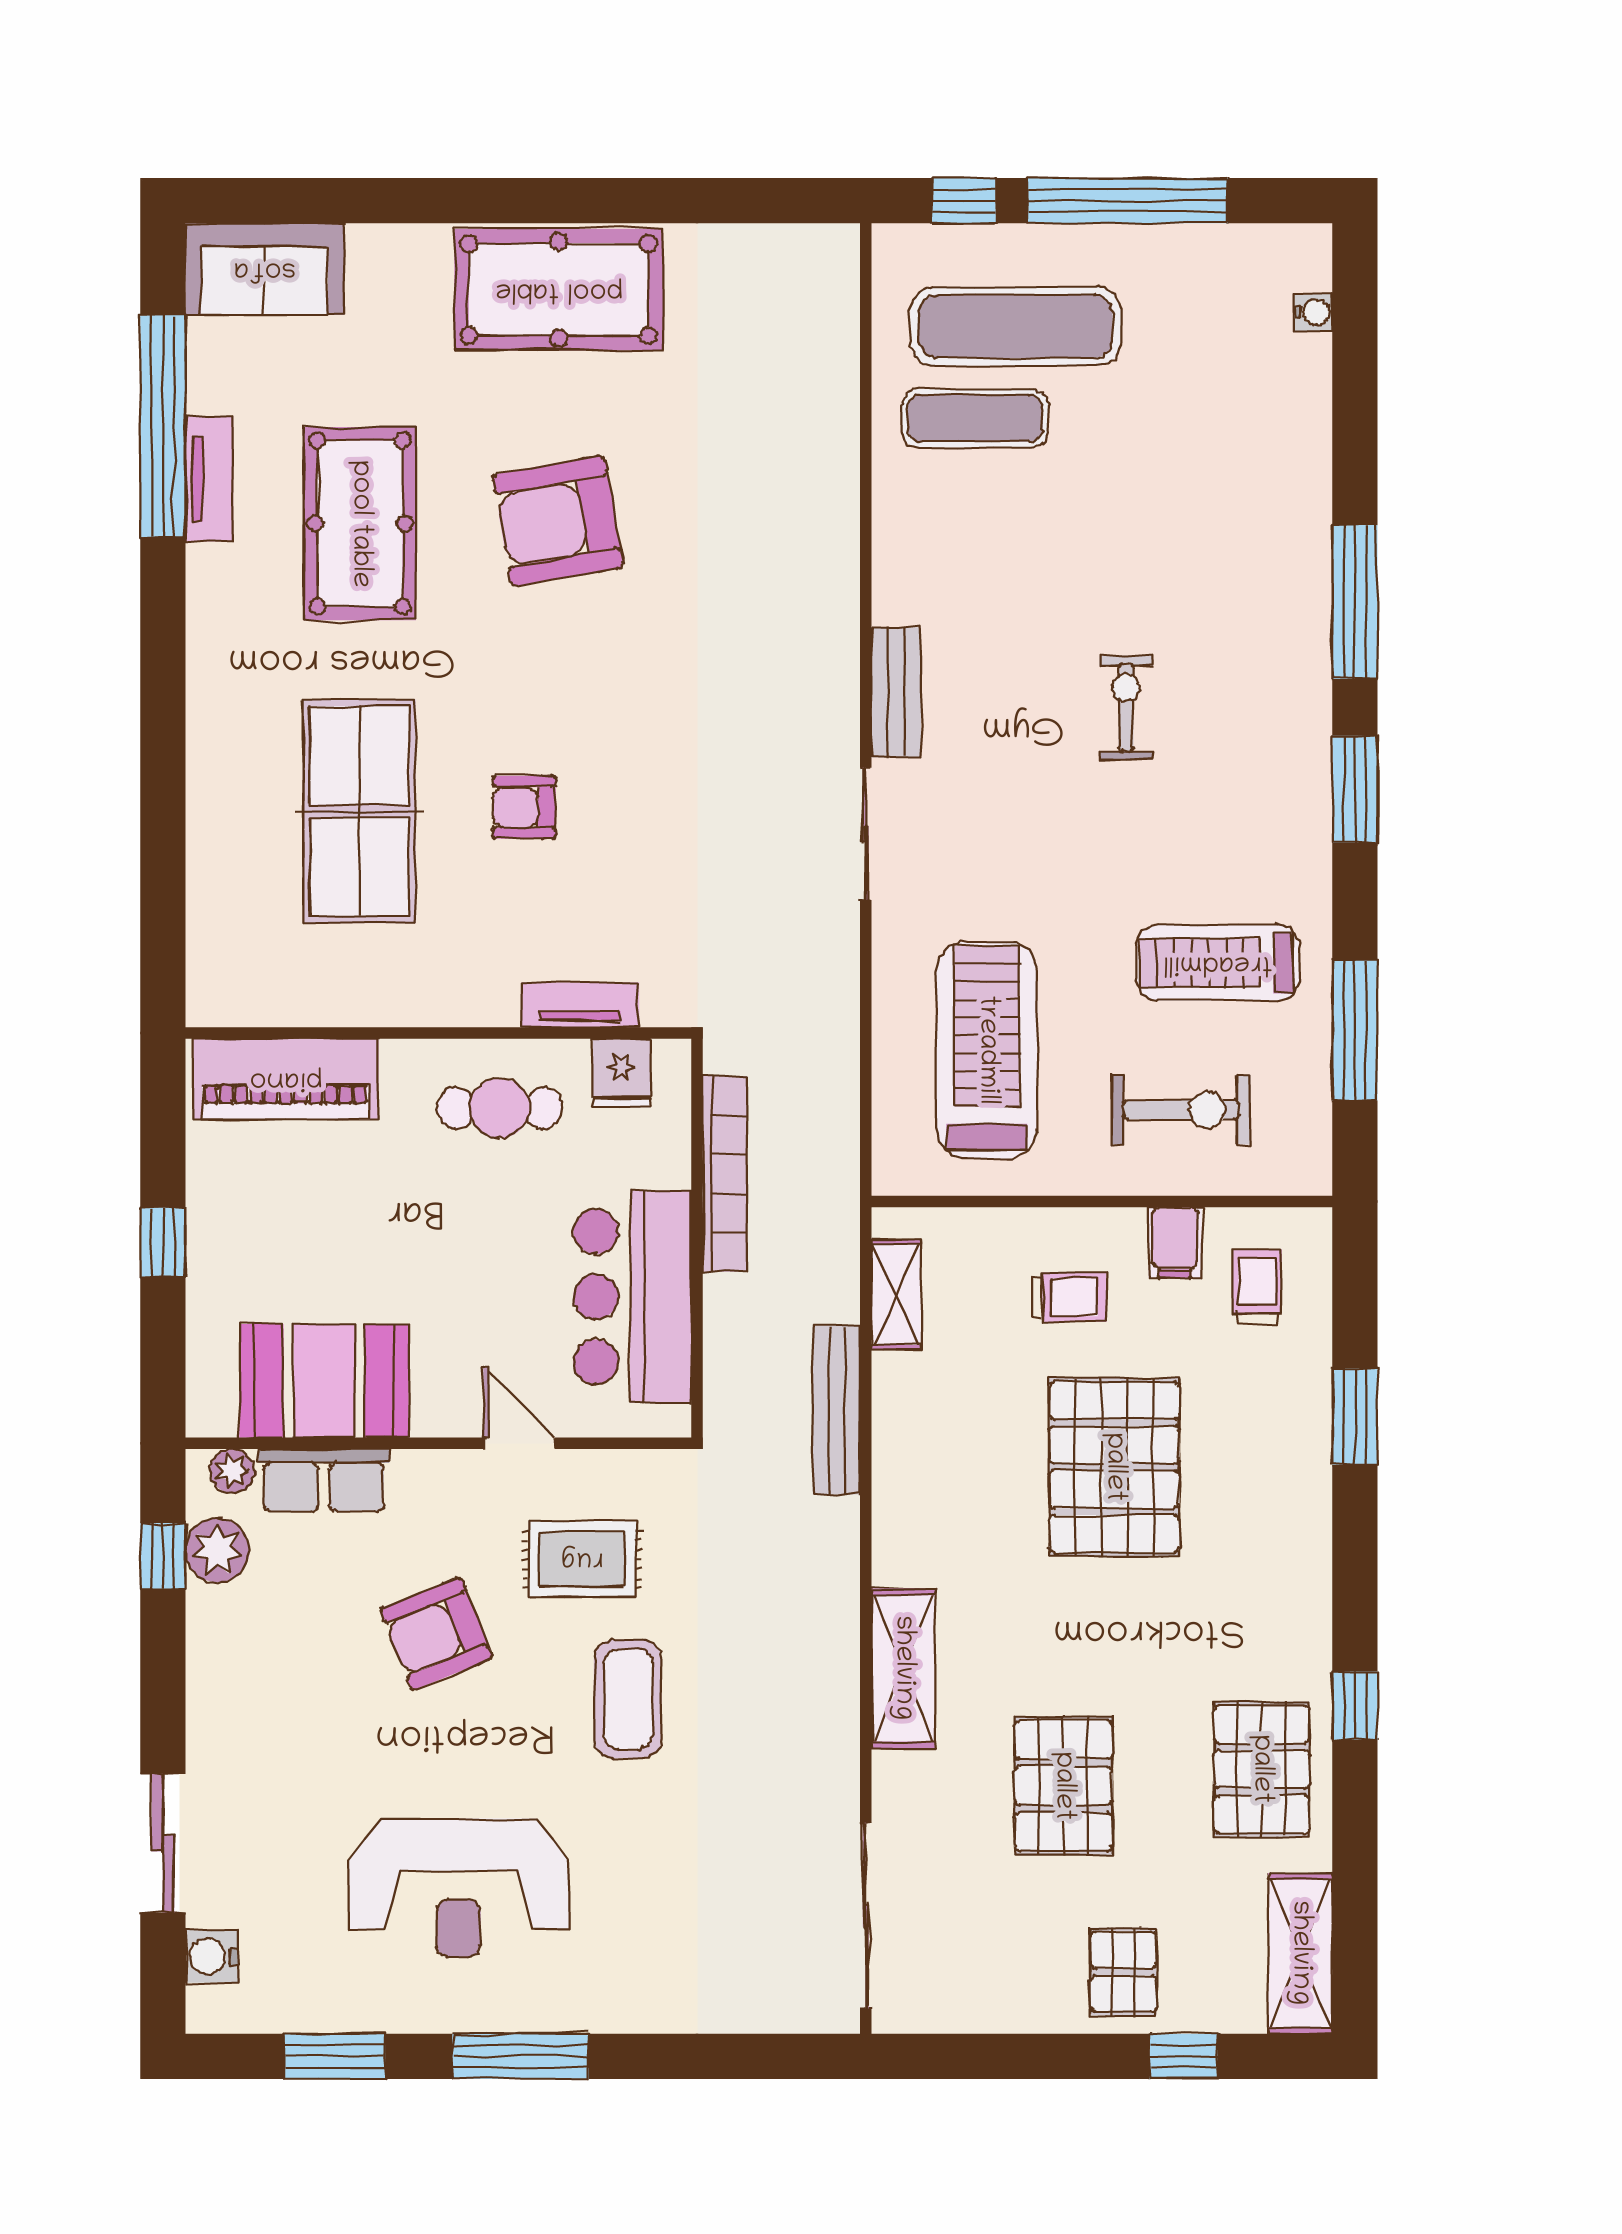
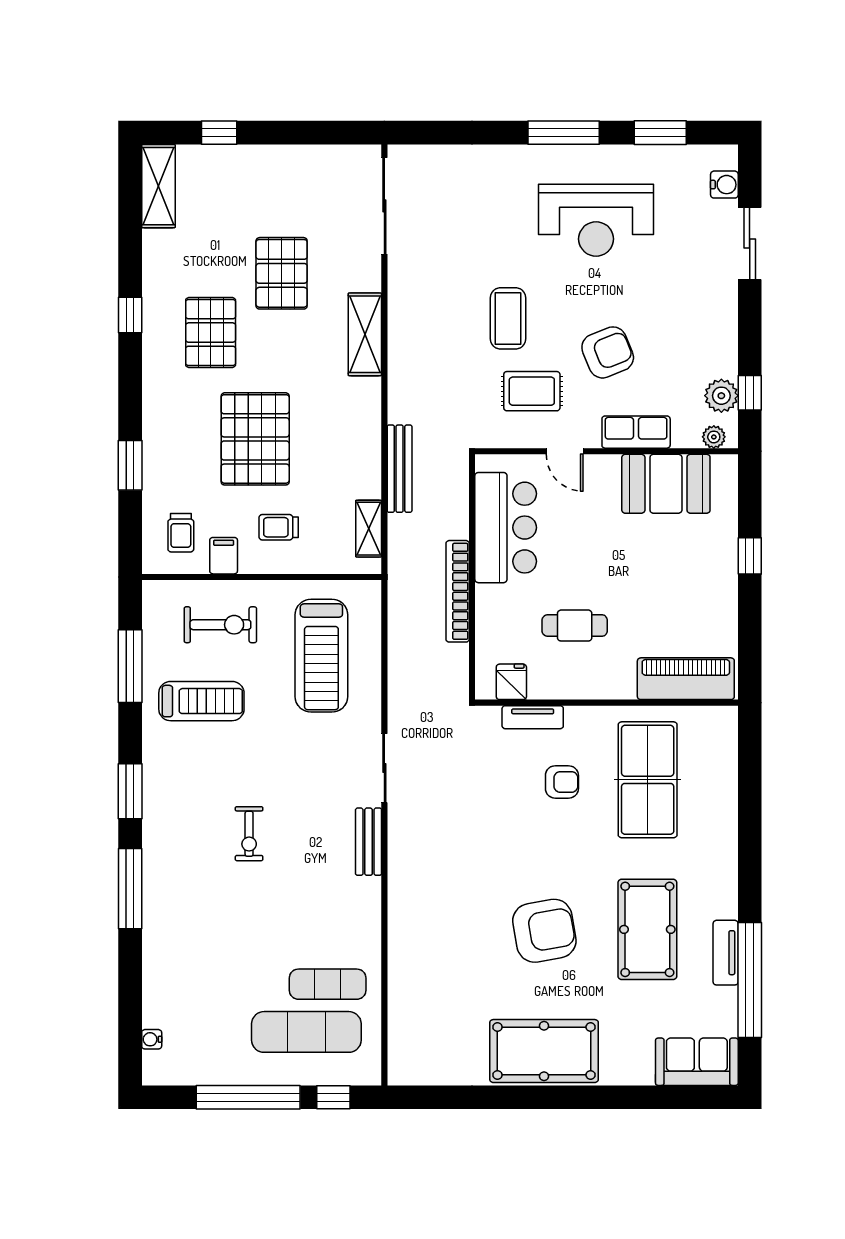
tv unit: (580, 1005) -> (533, 717), moved
wall: (438, 1033) -> (606, 703), moved
fridge: (621, 1073) -> (511, 682), moved
piano: (286, 1079) -> (686, 679), moved
exercise bike: (1181, 1110) -> (220, 625), turned 180
row of seats: (324, 1480) -> (636, 432), moved
pallet: (1261, 1769) -> (211, 333), moved
reception desk: (459, 1888) -> (596, 220), turned 180
pallet: (1124, 1972) -> (250, 177), removed

